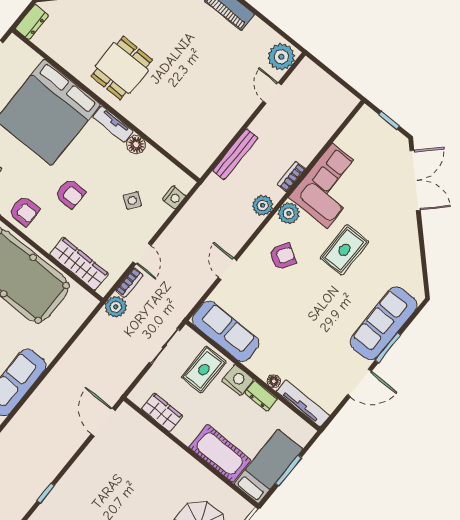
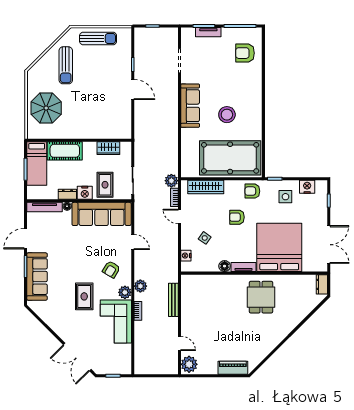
sofa: (226, 331) -> (102, 214), width x1.36, depth x1.27
door: (103, 422) -> (133, 89), moved

